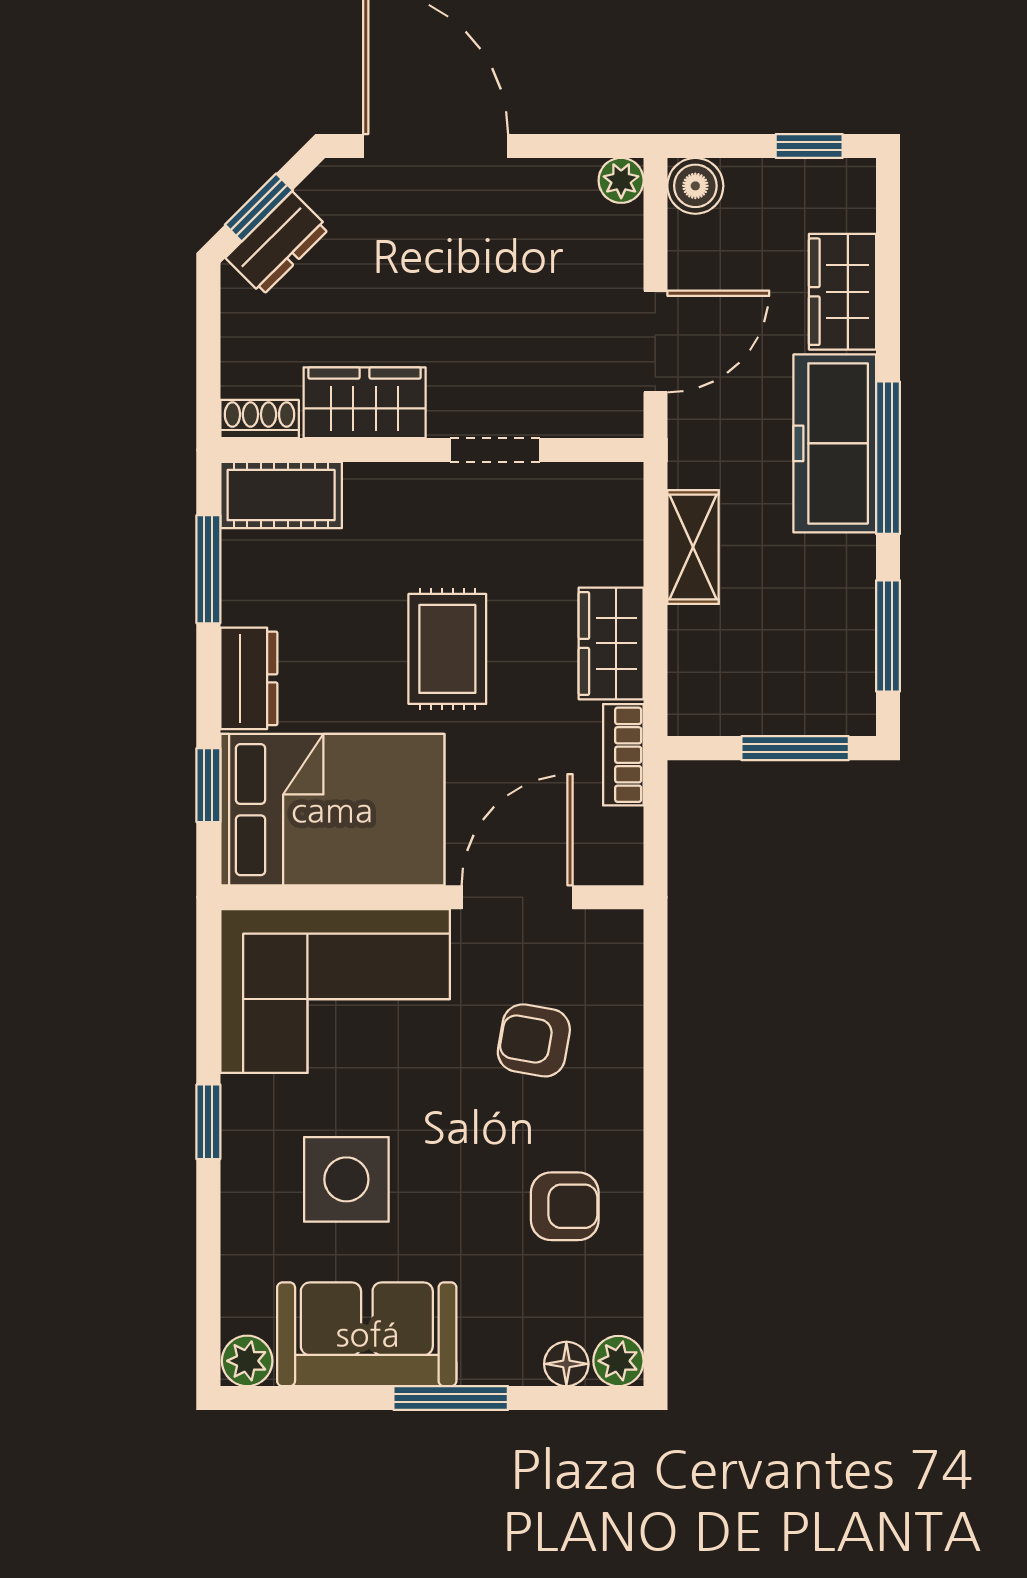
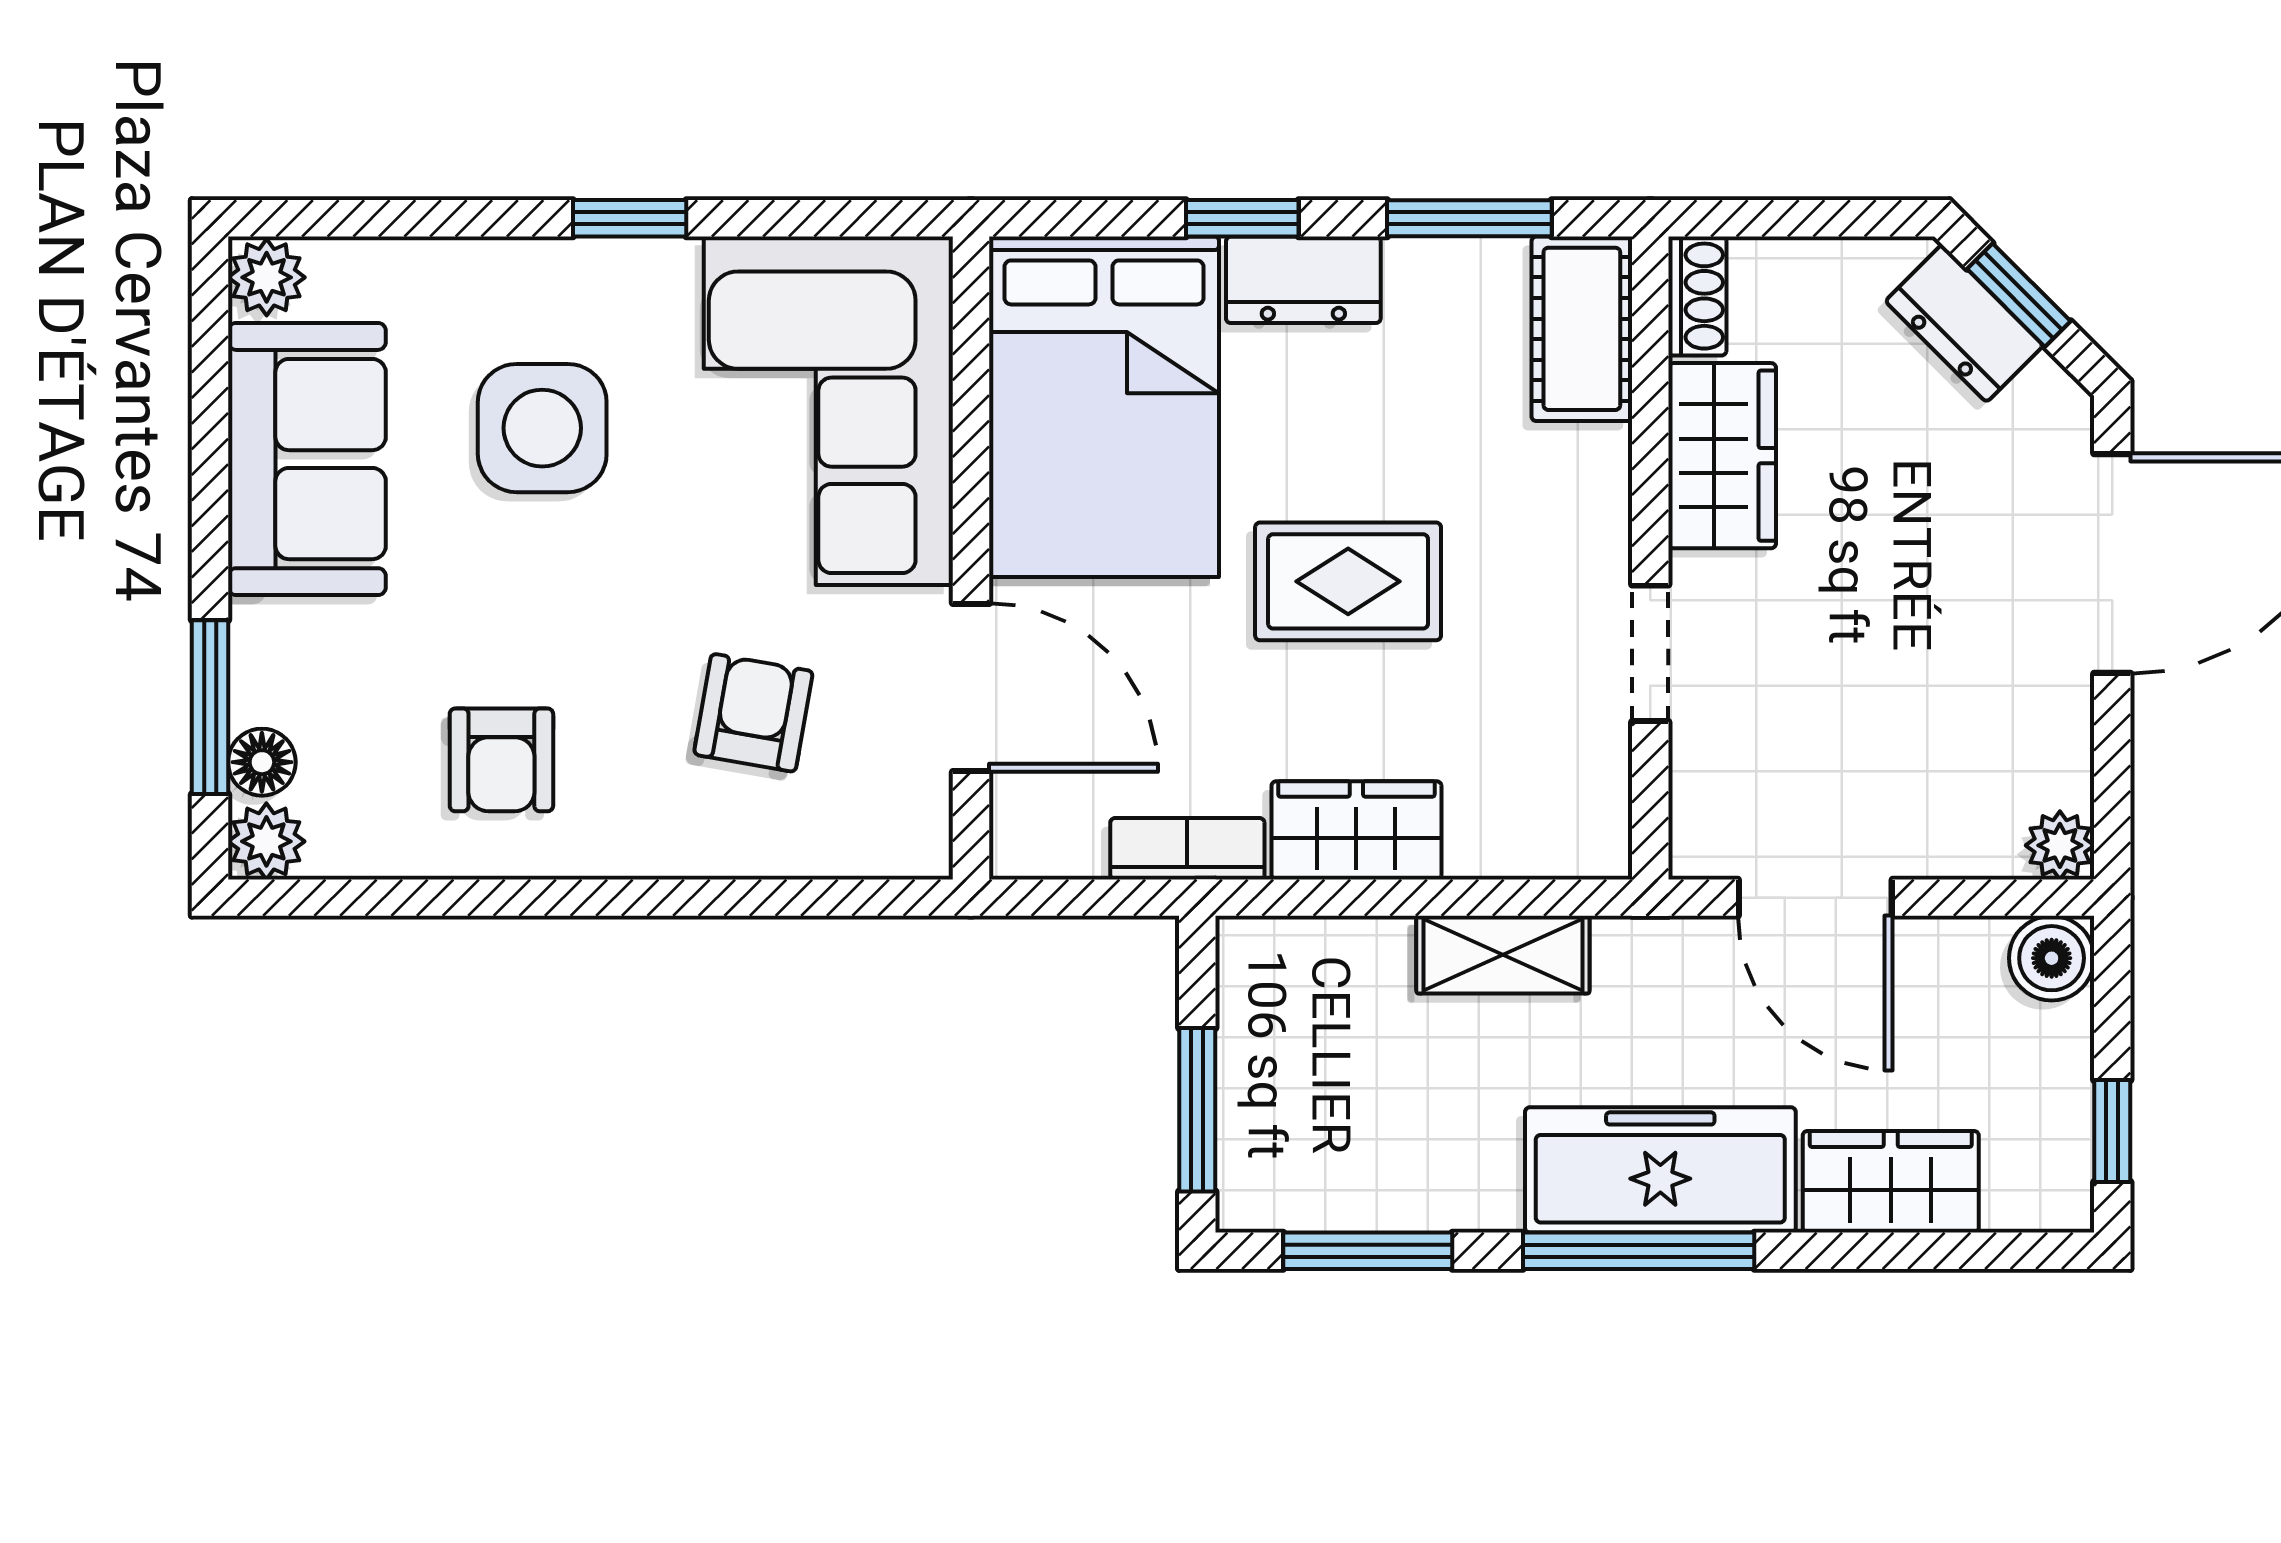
window: (208, 785) -> (1242, 218), moved
window: (451, 1398) -> (210, 707), moved

